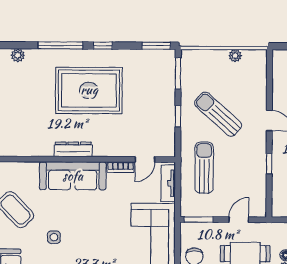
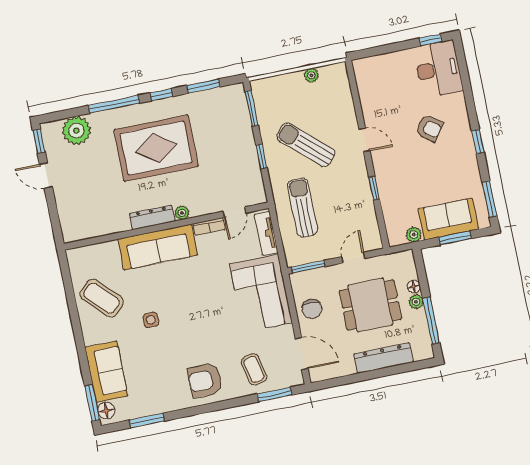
window: (156, 46) -> (203, 86), moved
plant: (18, 55) -> (76, 131), width x1.88, depth x1.88
plant: (100, 151) -> (182, 213), added

